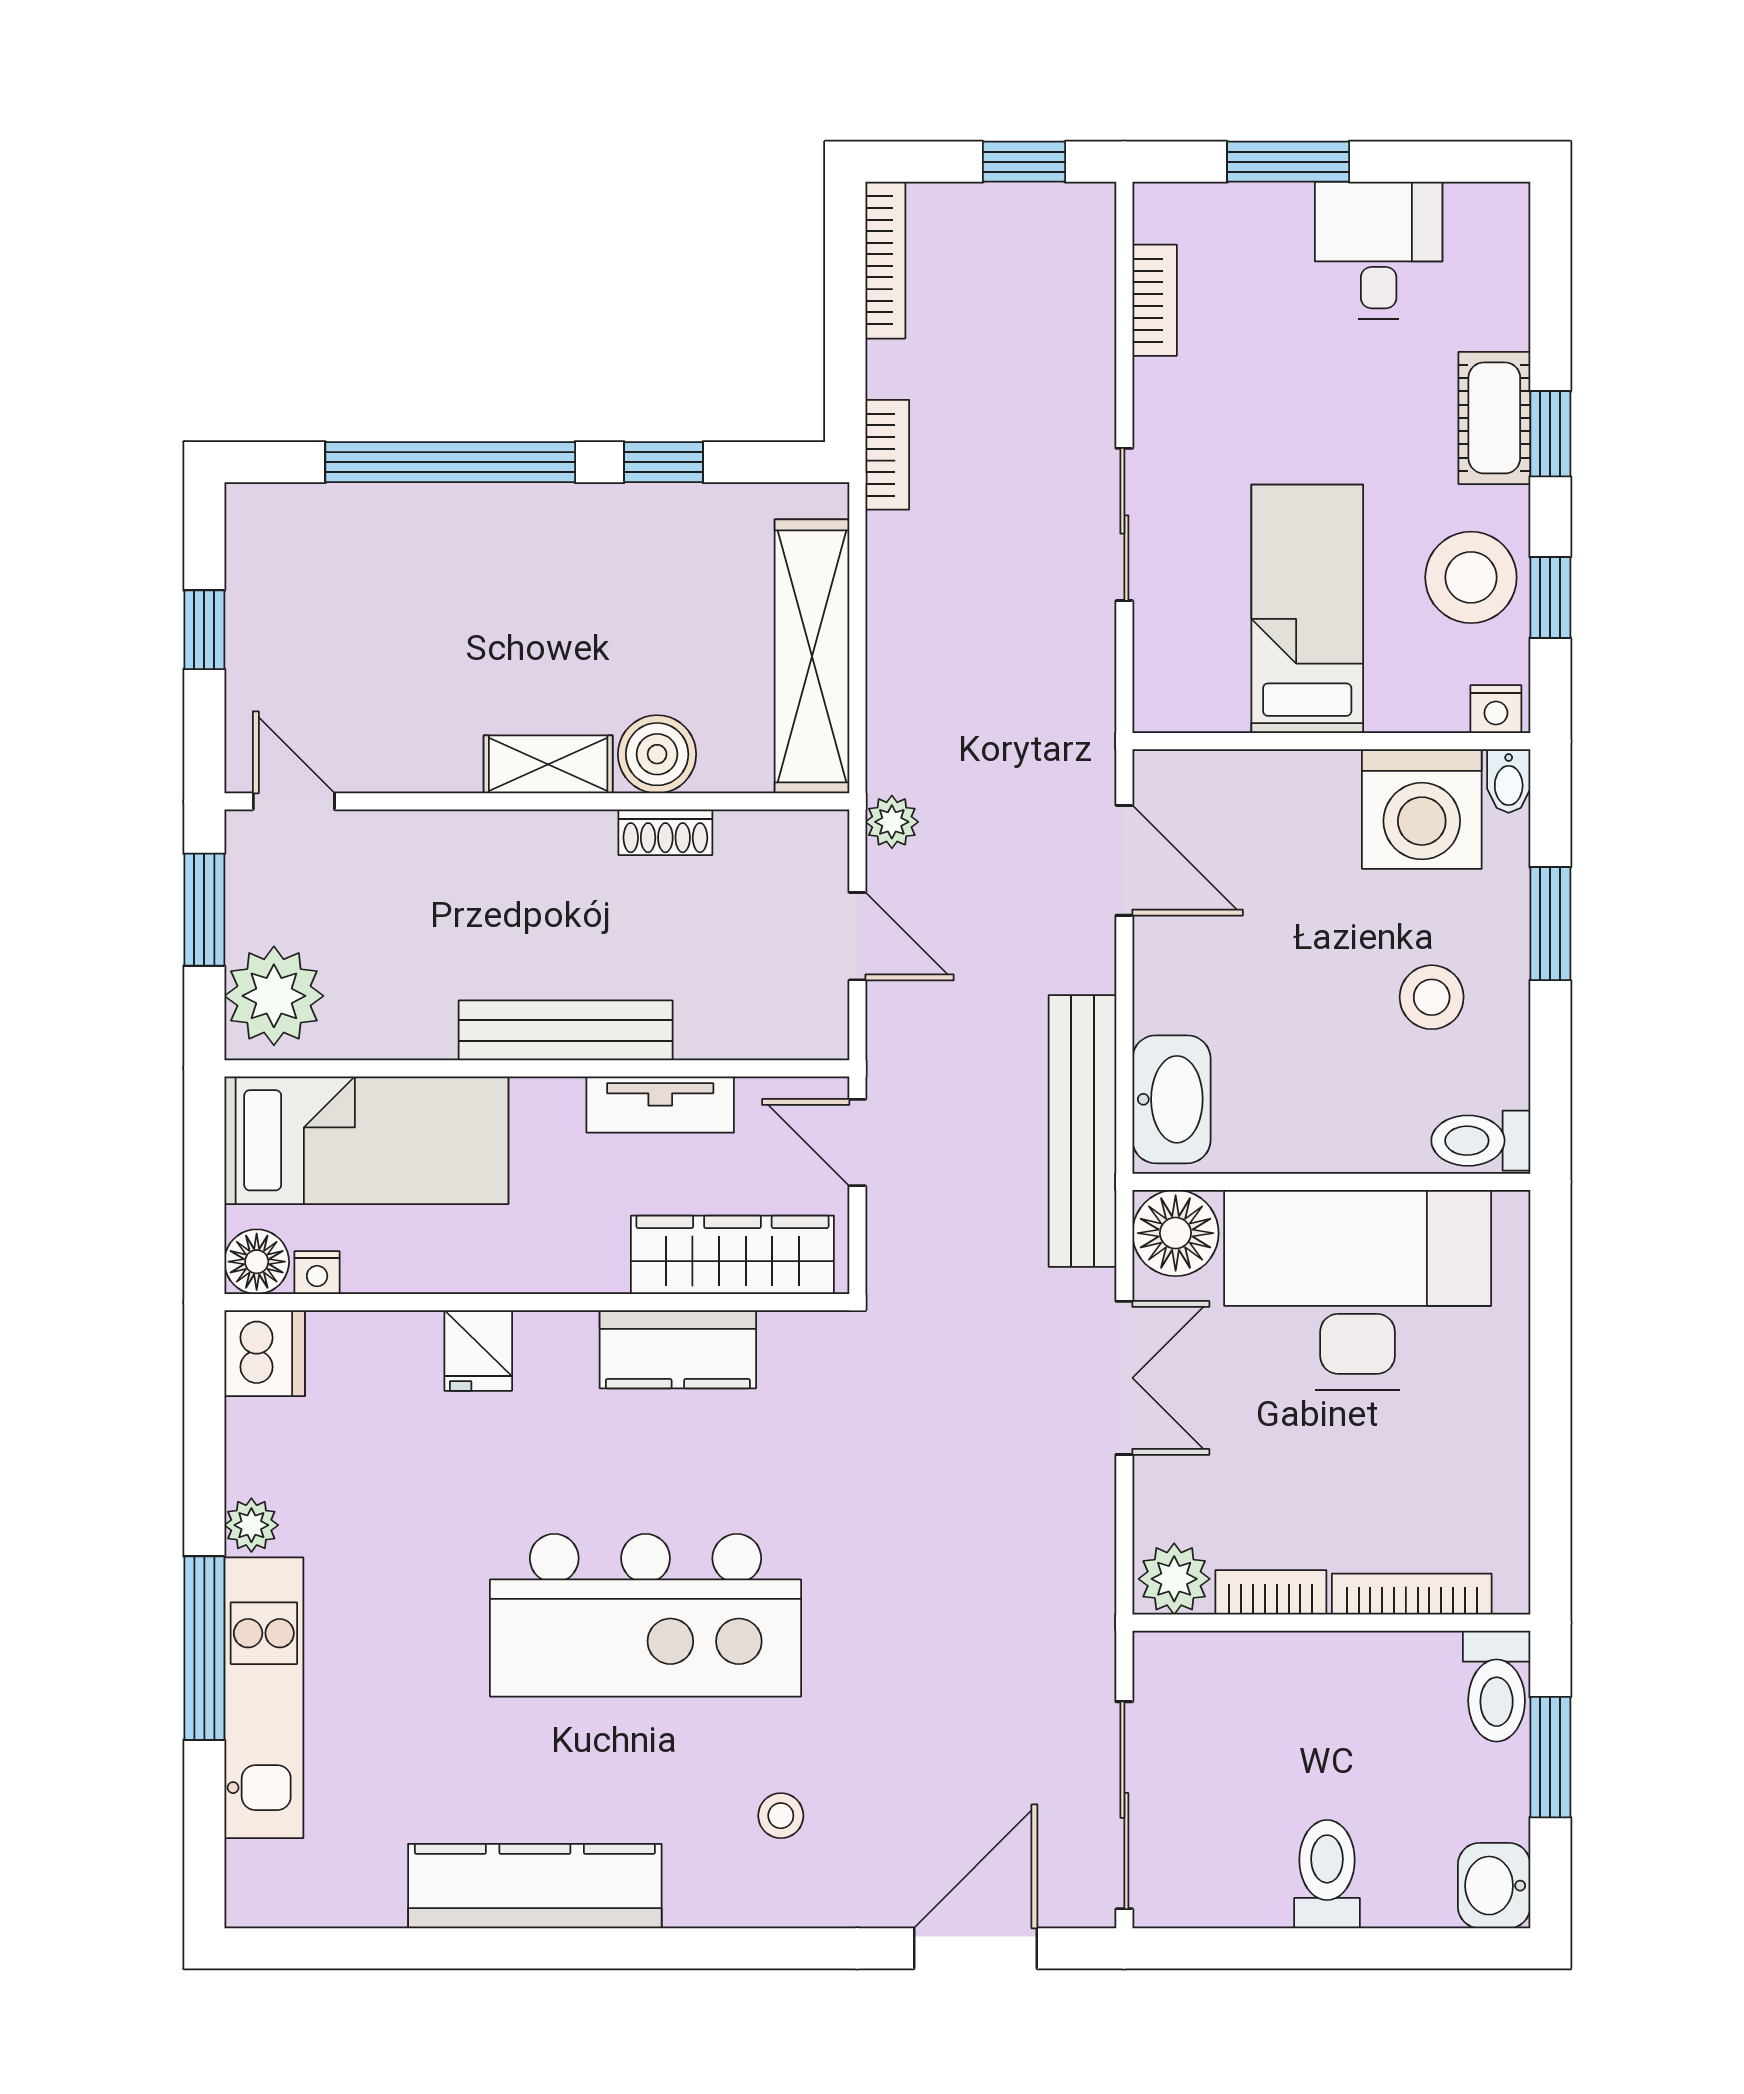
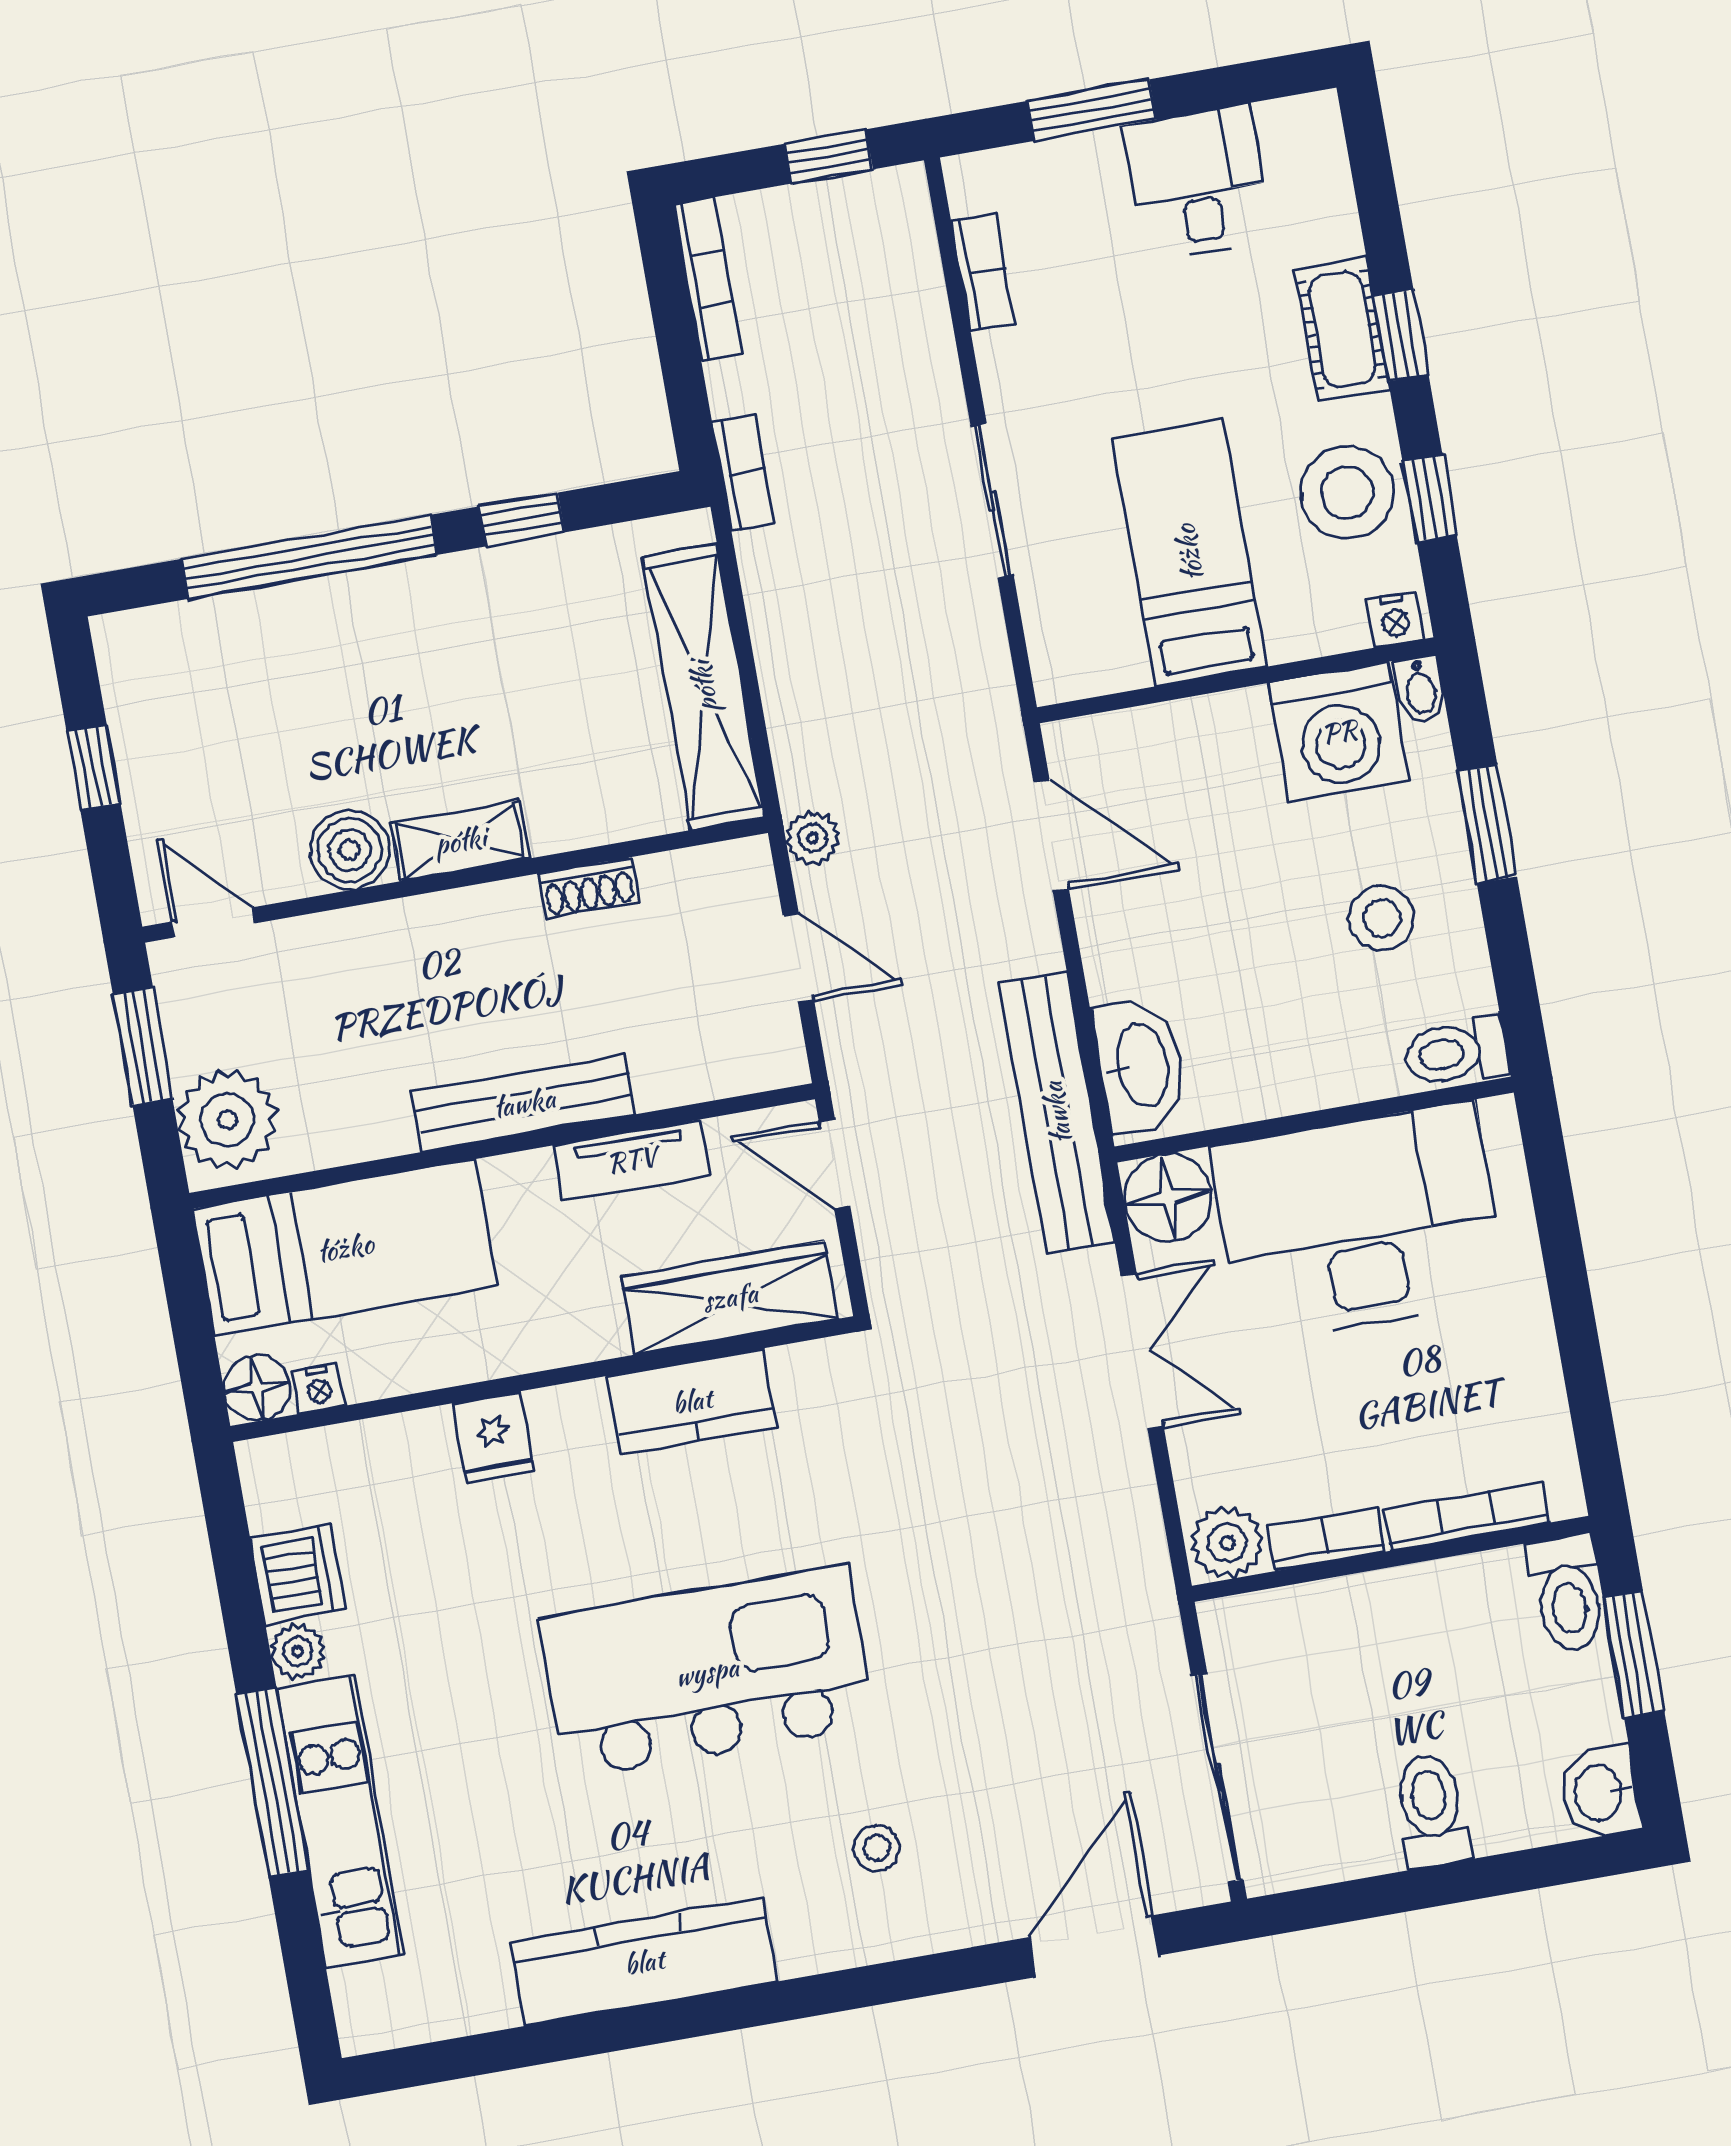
boiler: (657, 754) -> (350, 850), moved
dishwasher: (265, 1353) -> (298, 1574), moved
kitchen island: (646, 1615) -> (707, 1672), turned 180

